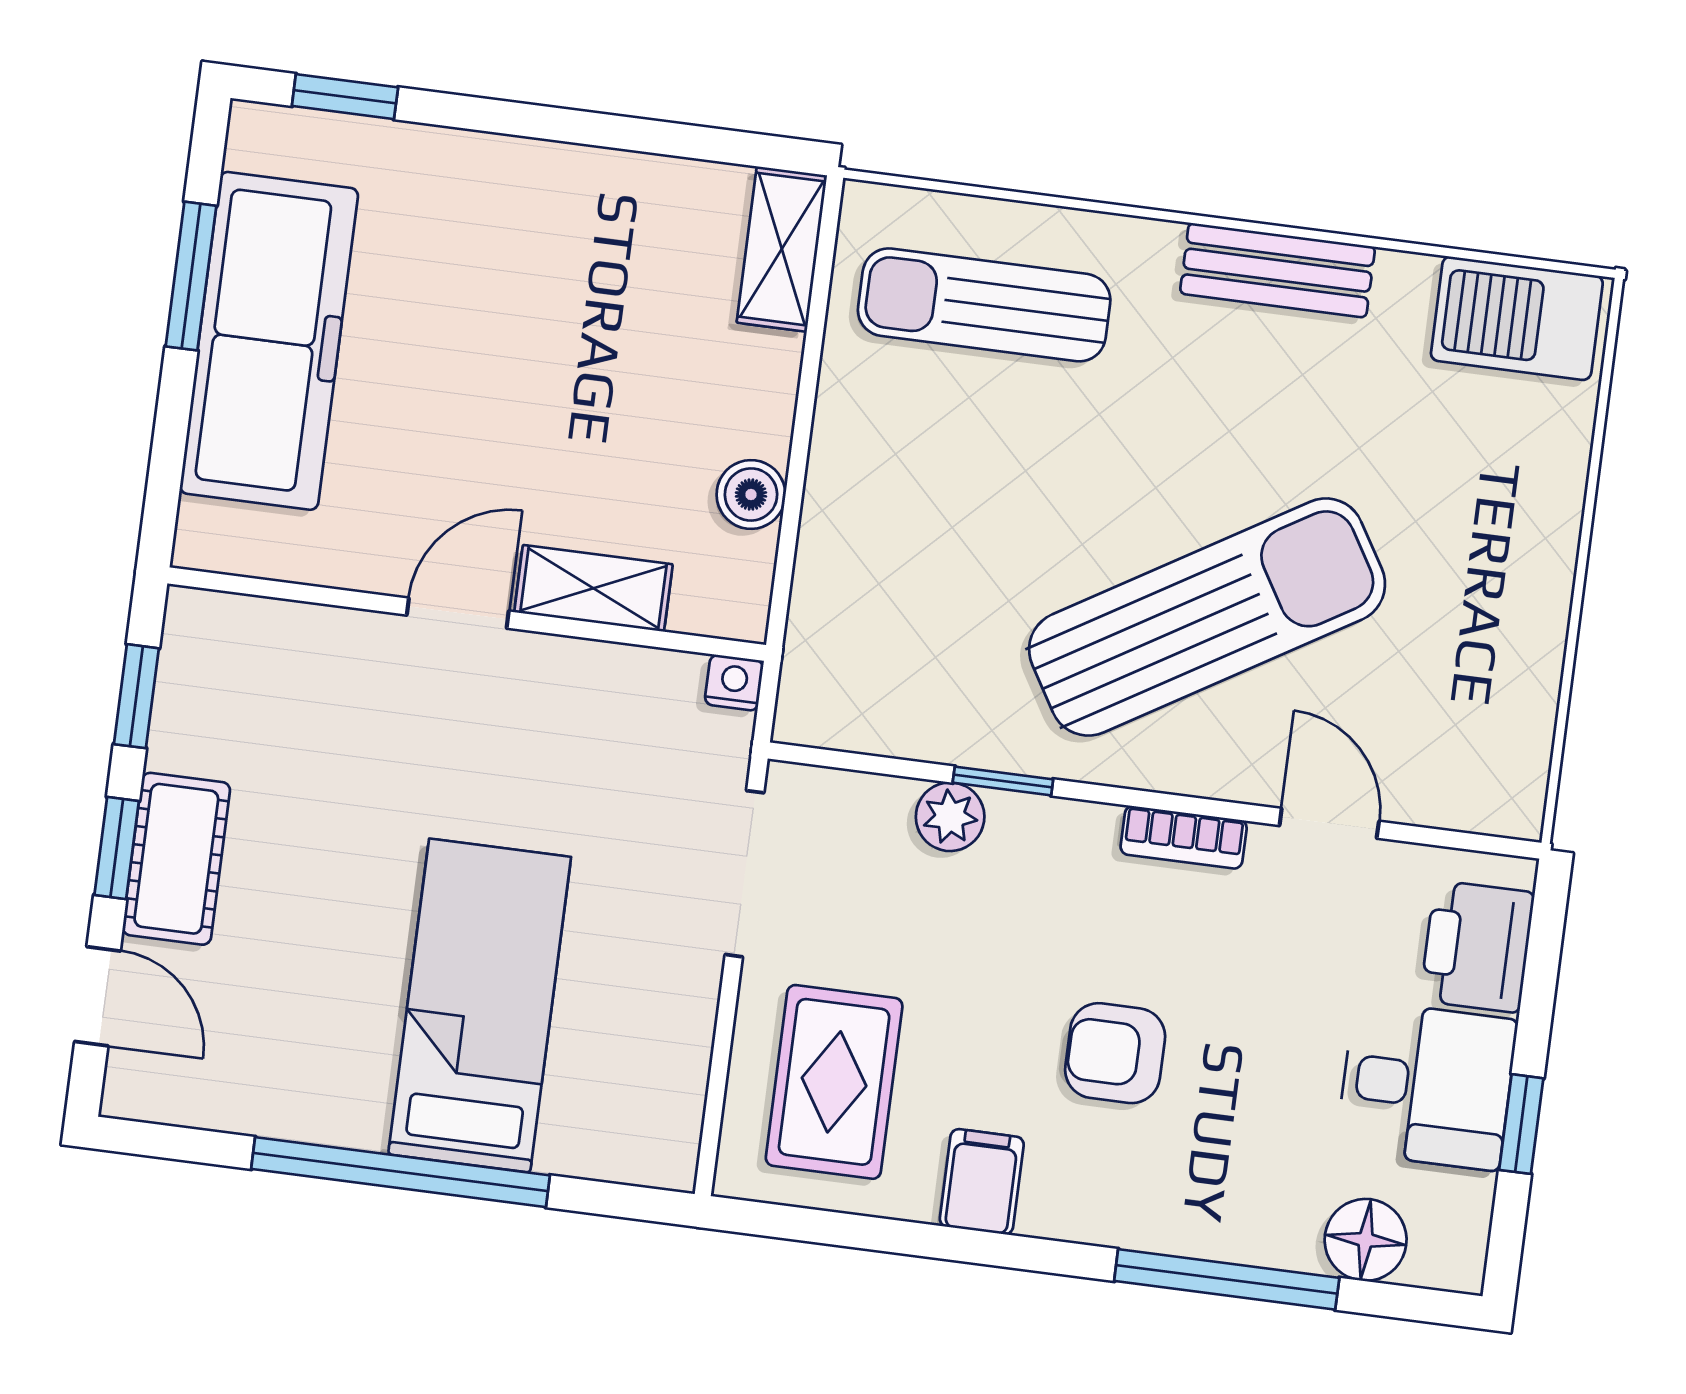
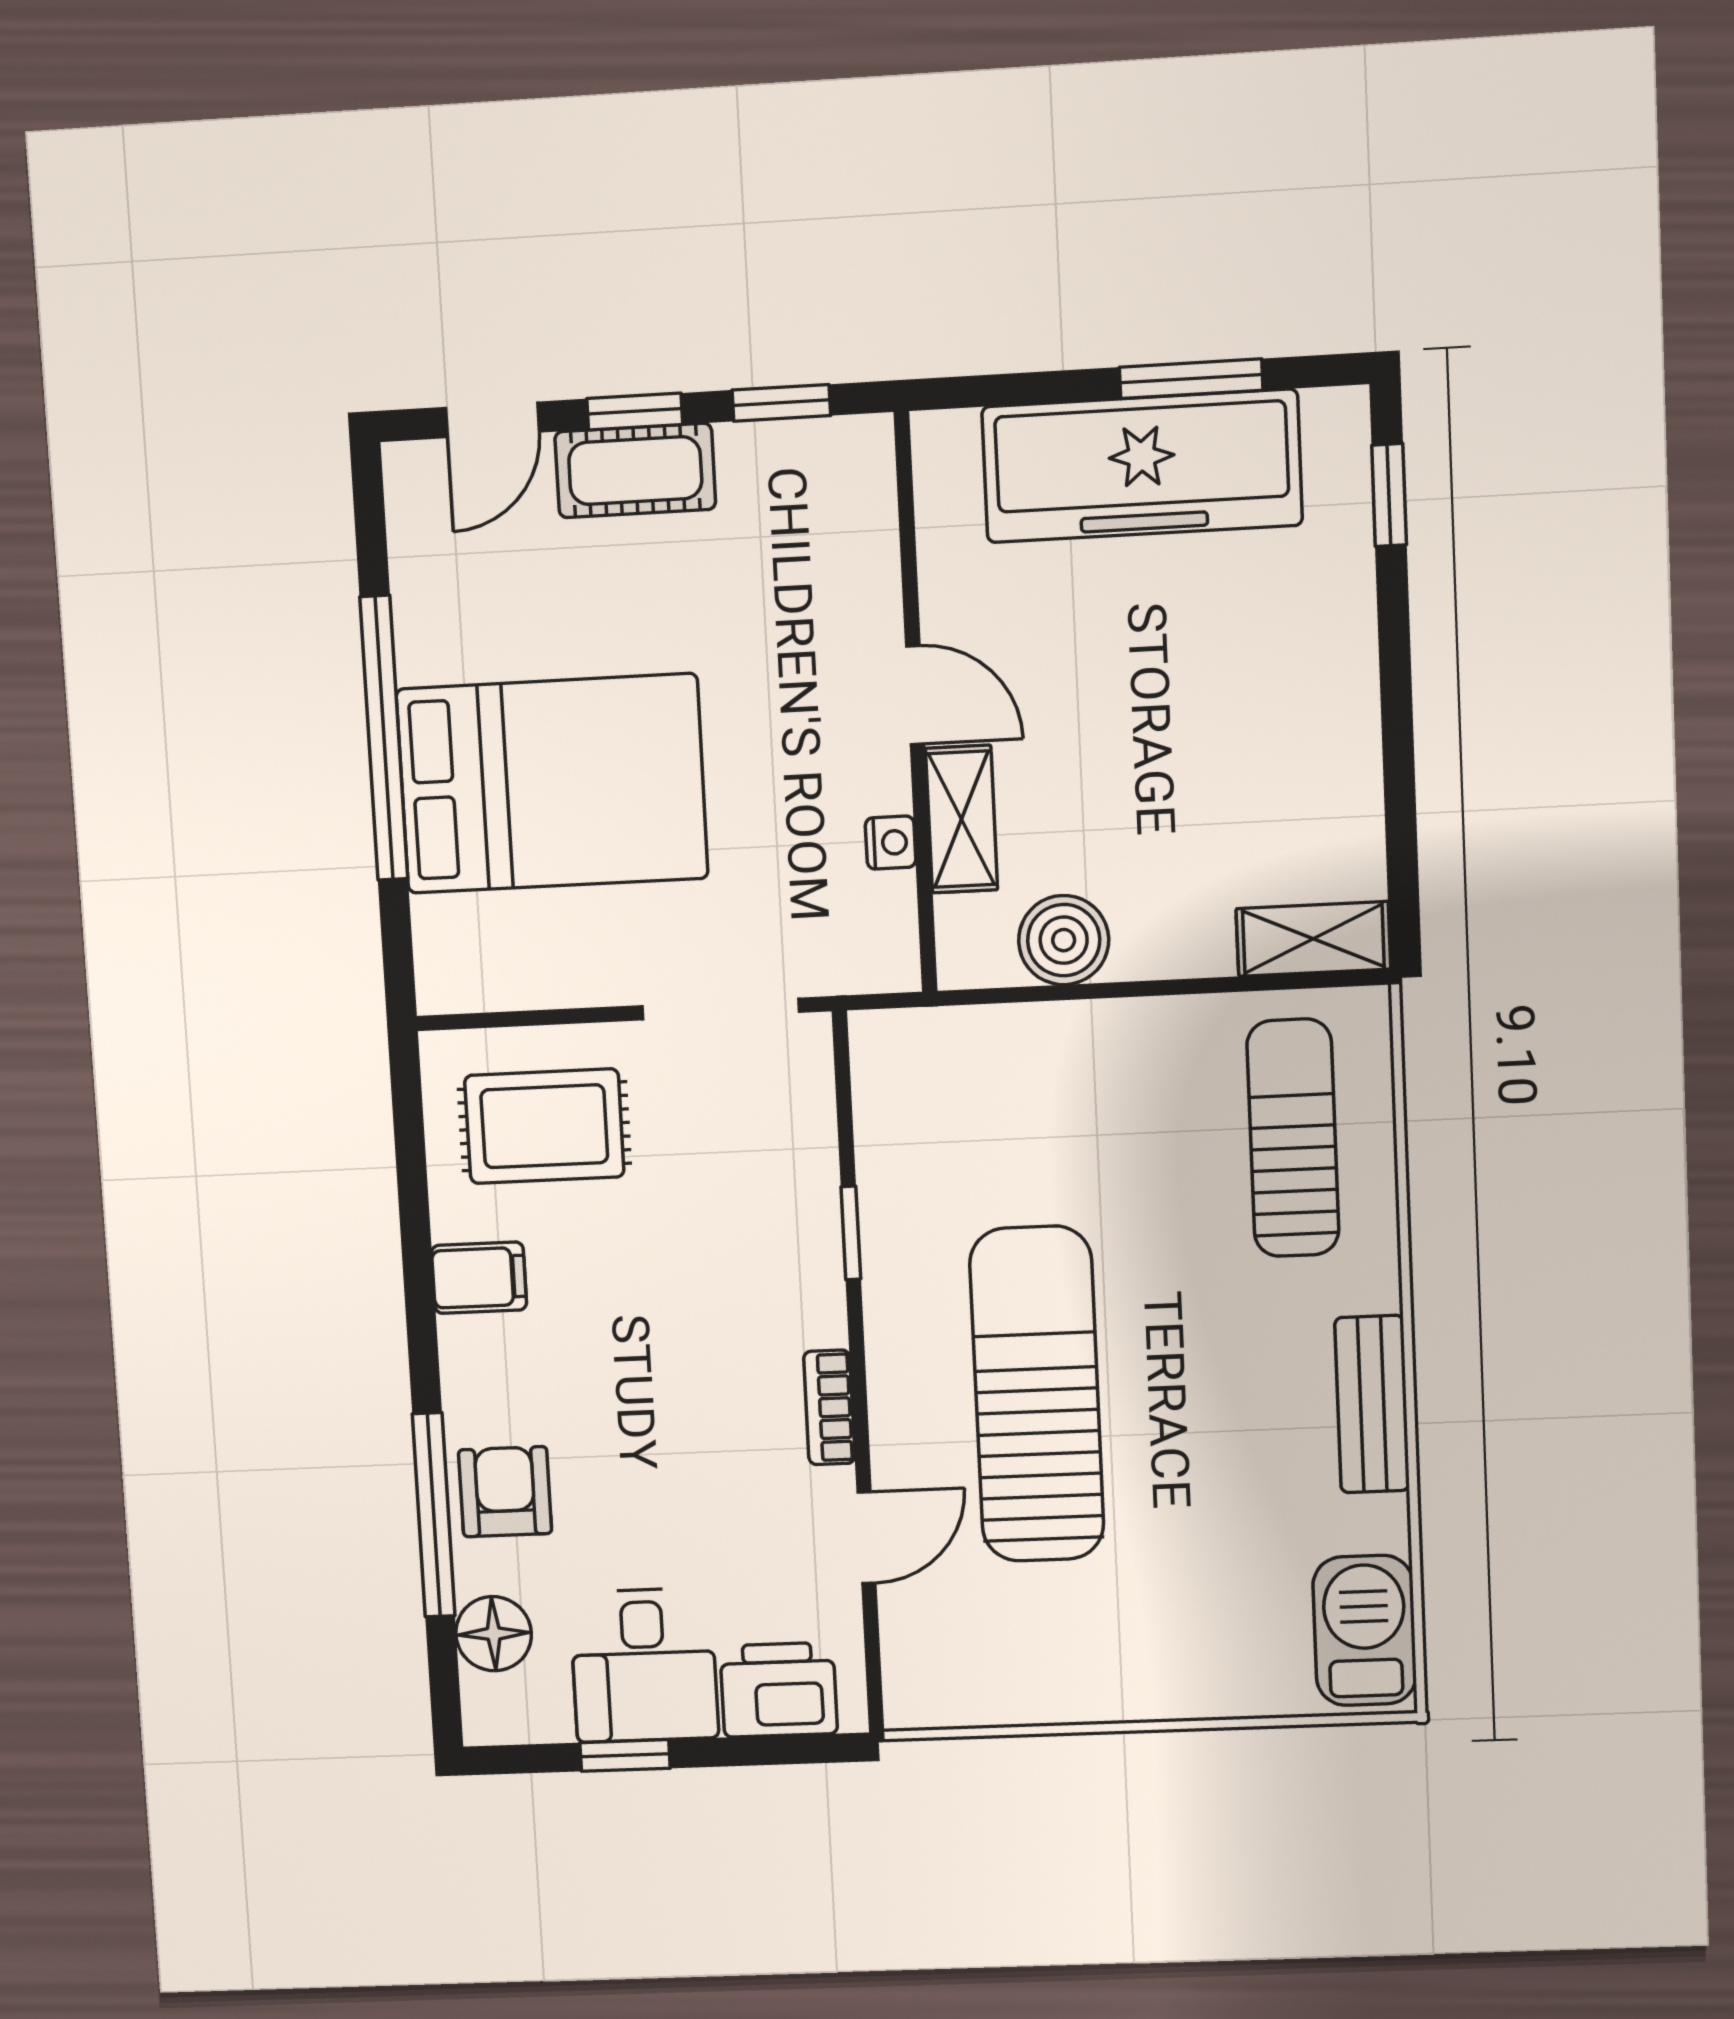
boiler: (751, 494) -> (1064, 940), width x1.36, depth x1.36
sun lounger: (1207, 617) -> (1037, 1394), turned -149
nightstand: (734, 683) -> (891, 843), moved
plant: (950, 817) -> (809, 1190), removed
bed: (480, 1006) -> (552, 784), width x1.50
armchair: (1115, 1053) -> (505, 1492), moved

